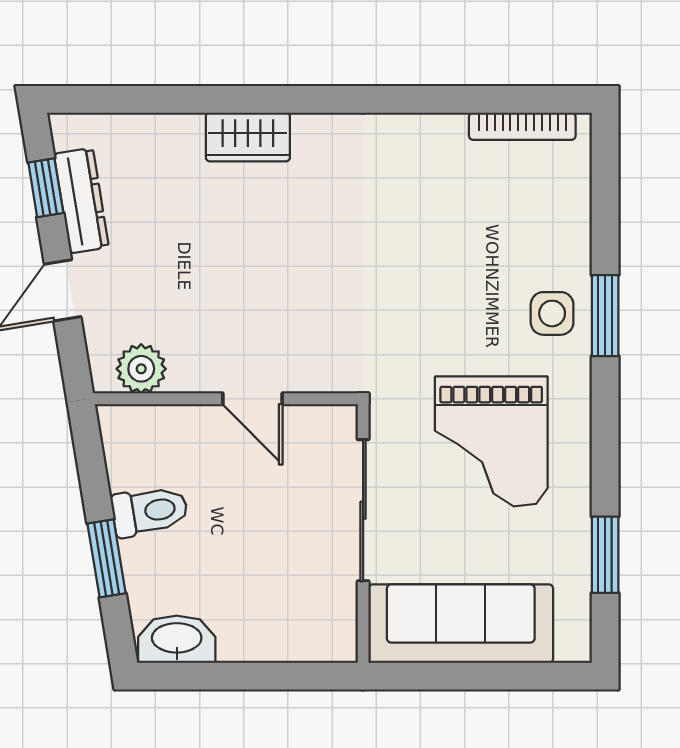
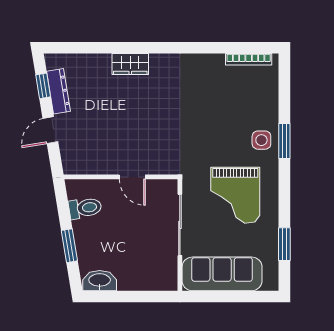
plant: (141, 369) -> (84, 164), removed
toilet: (150, 511) -> (85, 208), moved

